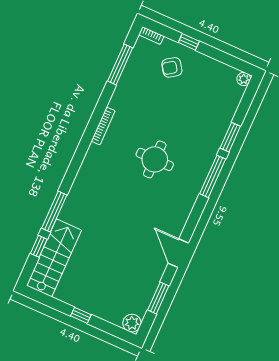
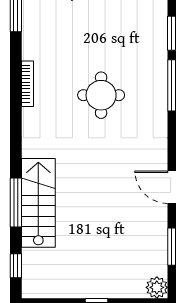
window: (39, 246) -> (16, 266), moved
stairs: (54, 258) -> (38, 203), moved

